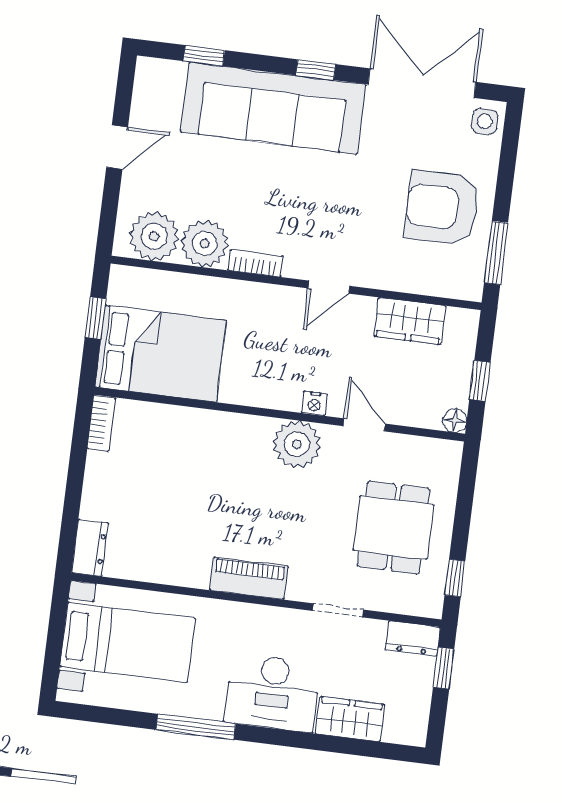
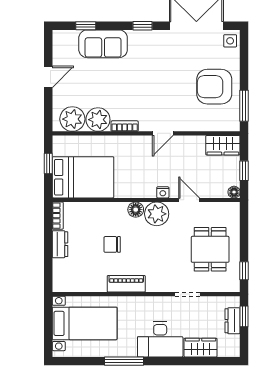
sofa: (273, 108) -> (103, 44), width x0.54, depth x0.79
wardrobe: (410, 321) -> (223, 145), moved
floor lamp: (257, 431) -> (136, 210), added
chair: (202, 493) -> (112, 244), added
dresser: (90, 548) -> (60, 244), moved
piano: (249, 578) -> (126, 284), moved
dresser: (413, 639) -> (233, 321), moved, turned 90

